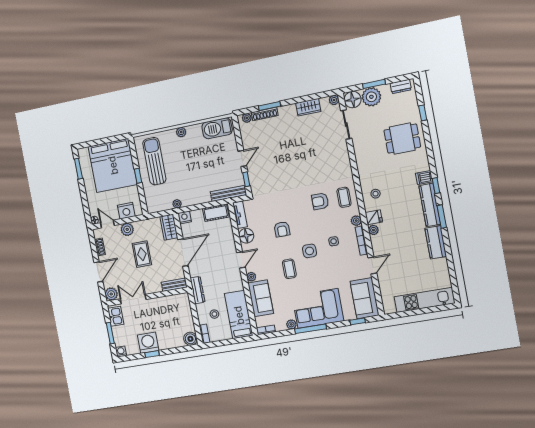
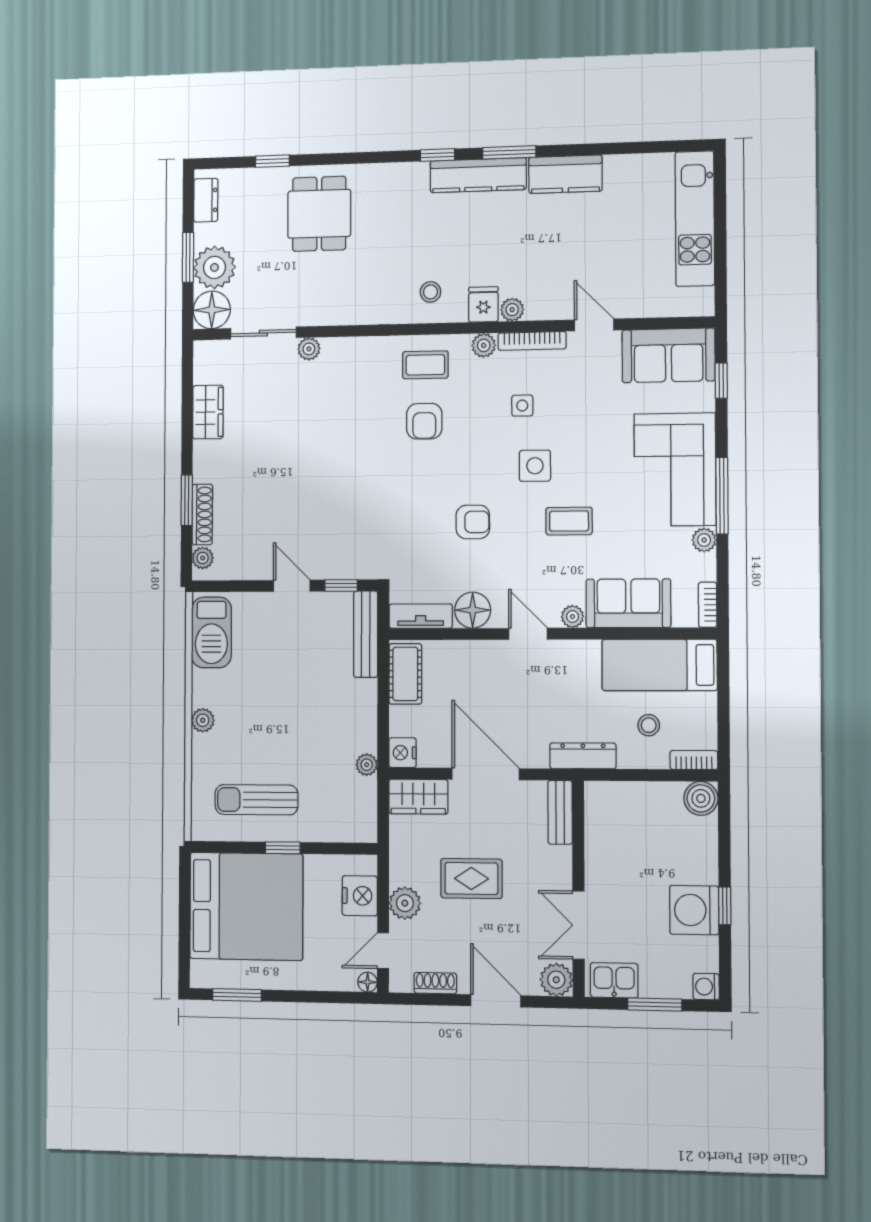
plant: (334, 100) -> (309, 349), moved
sun lounger: (154, 161) -> (256, 800), width x0.73, depth x0.75
dishwasher: (424, 178) -> (415, 179), removed

